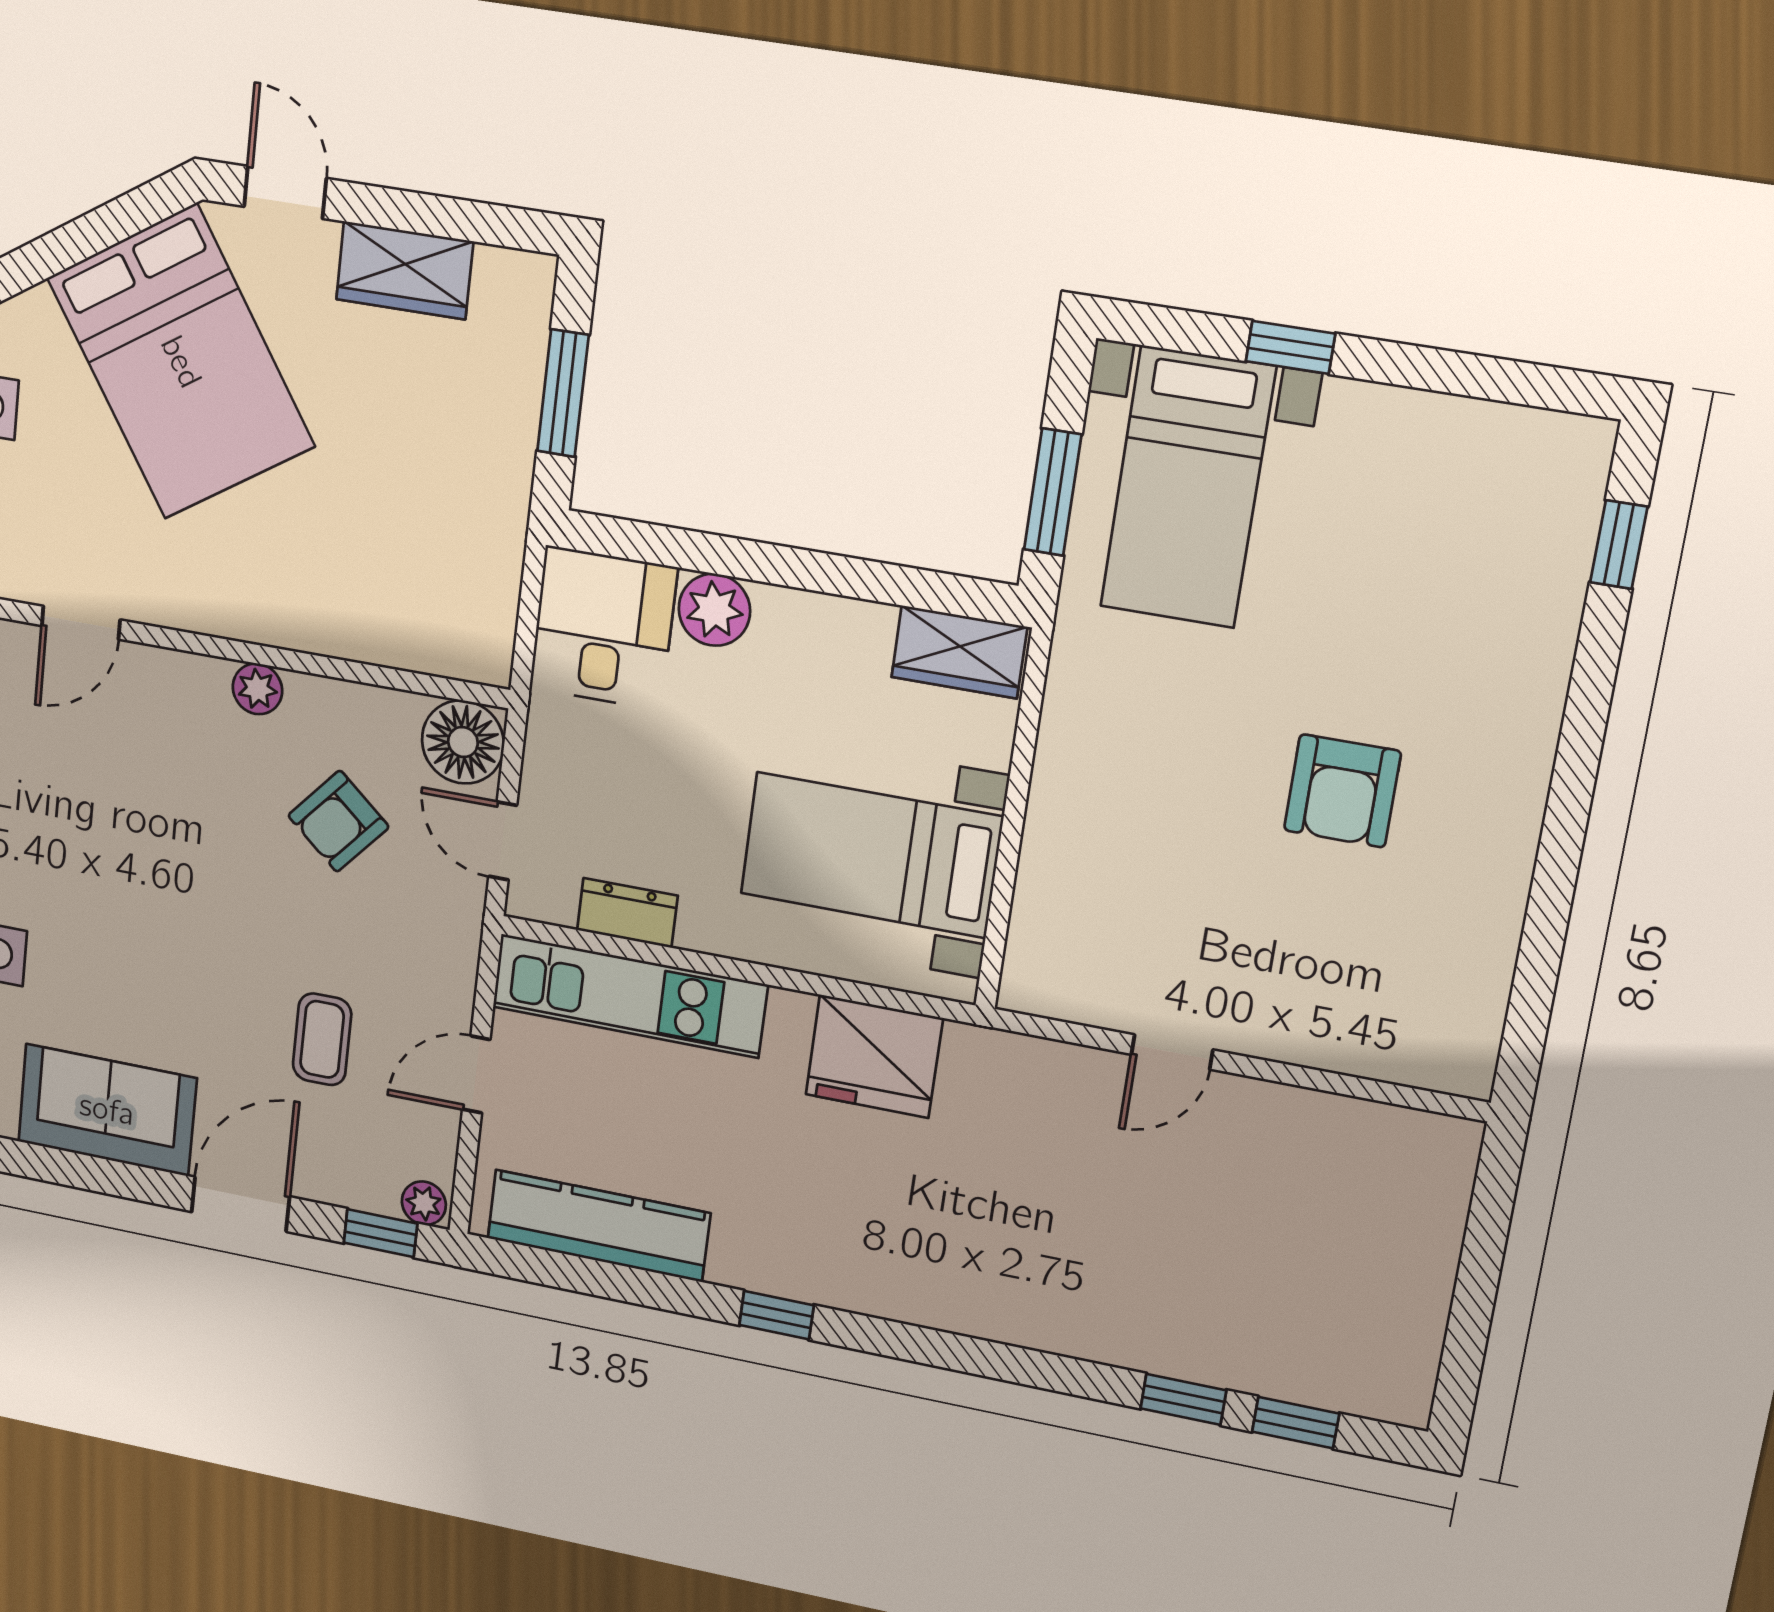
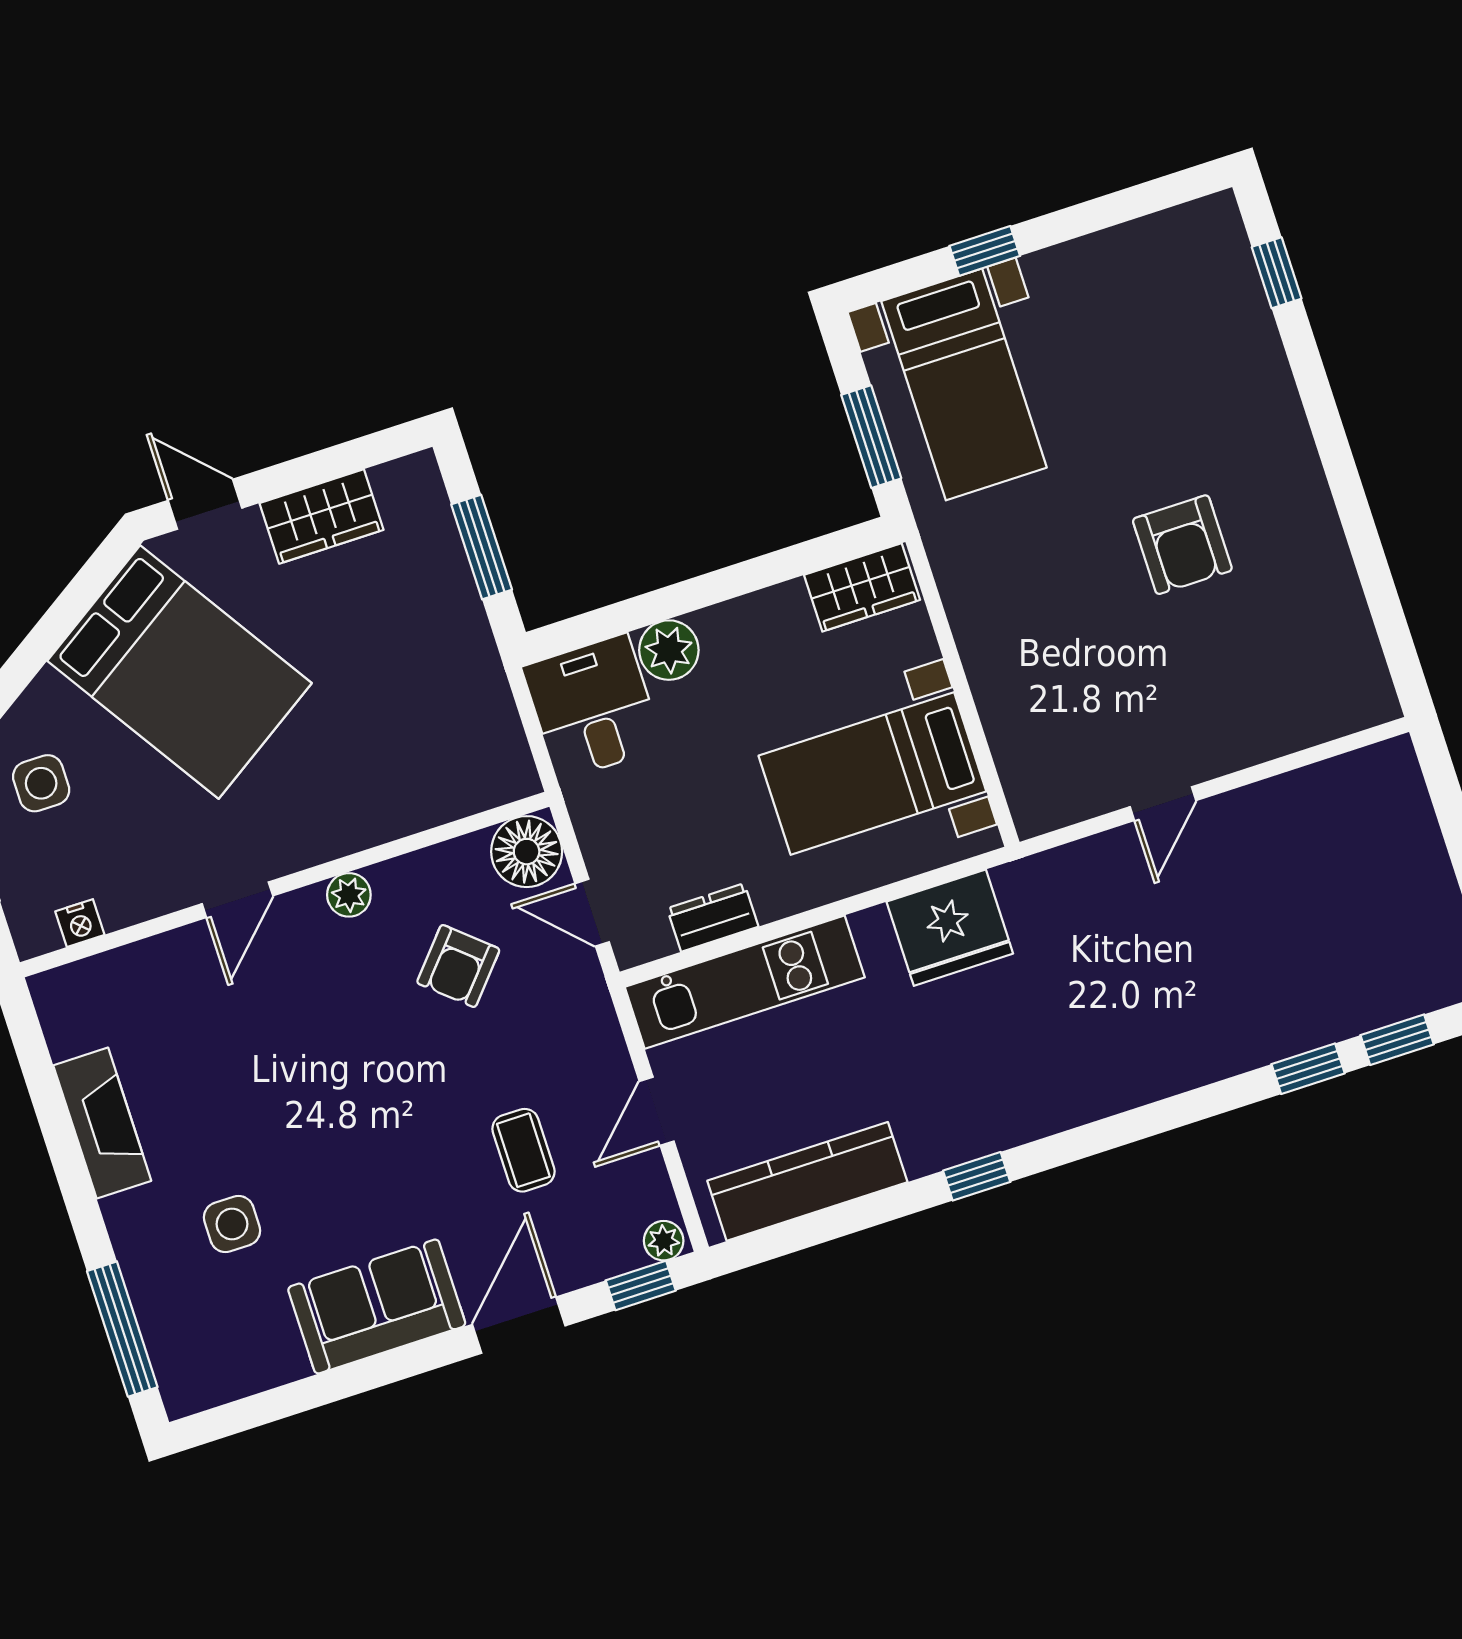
door: (81, 623) -> (237, 900), moved

